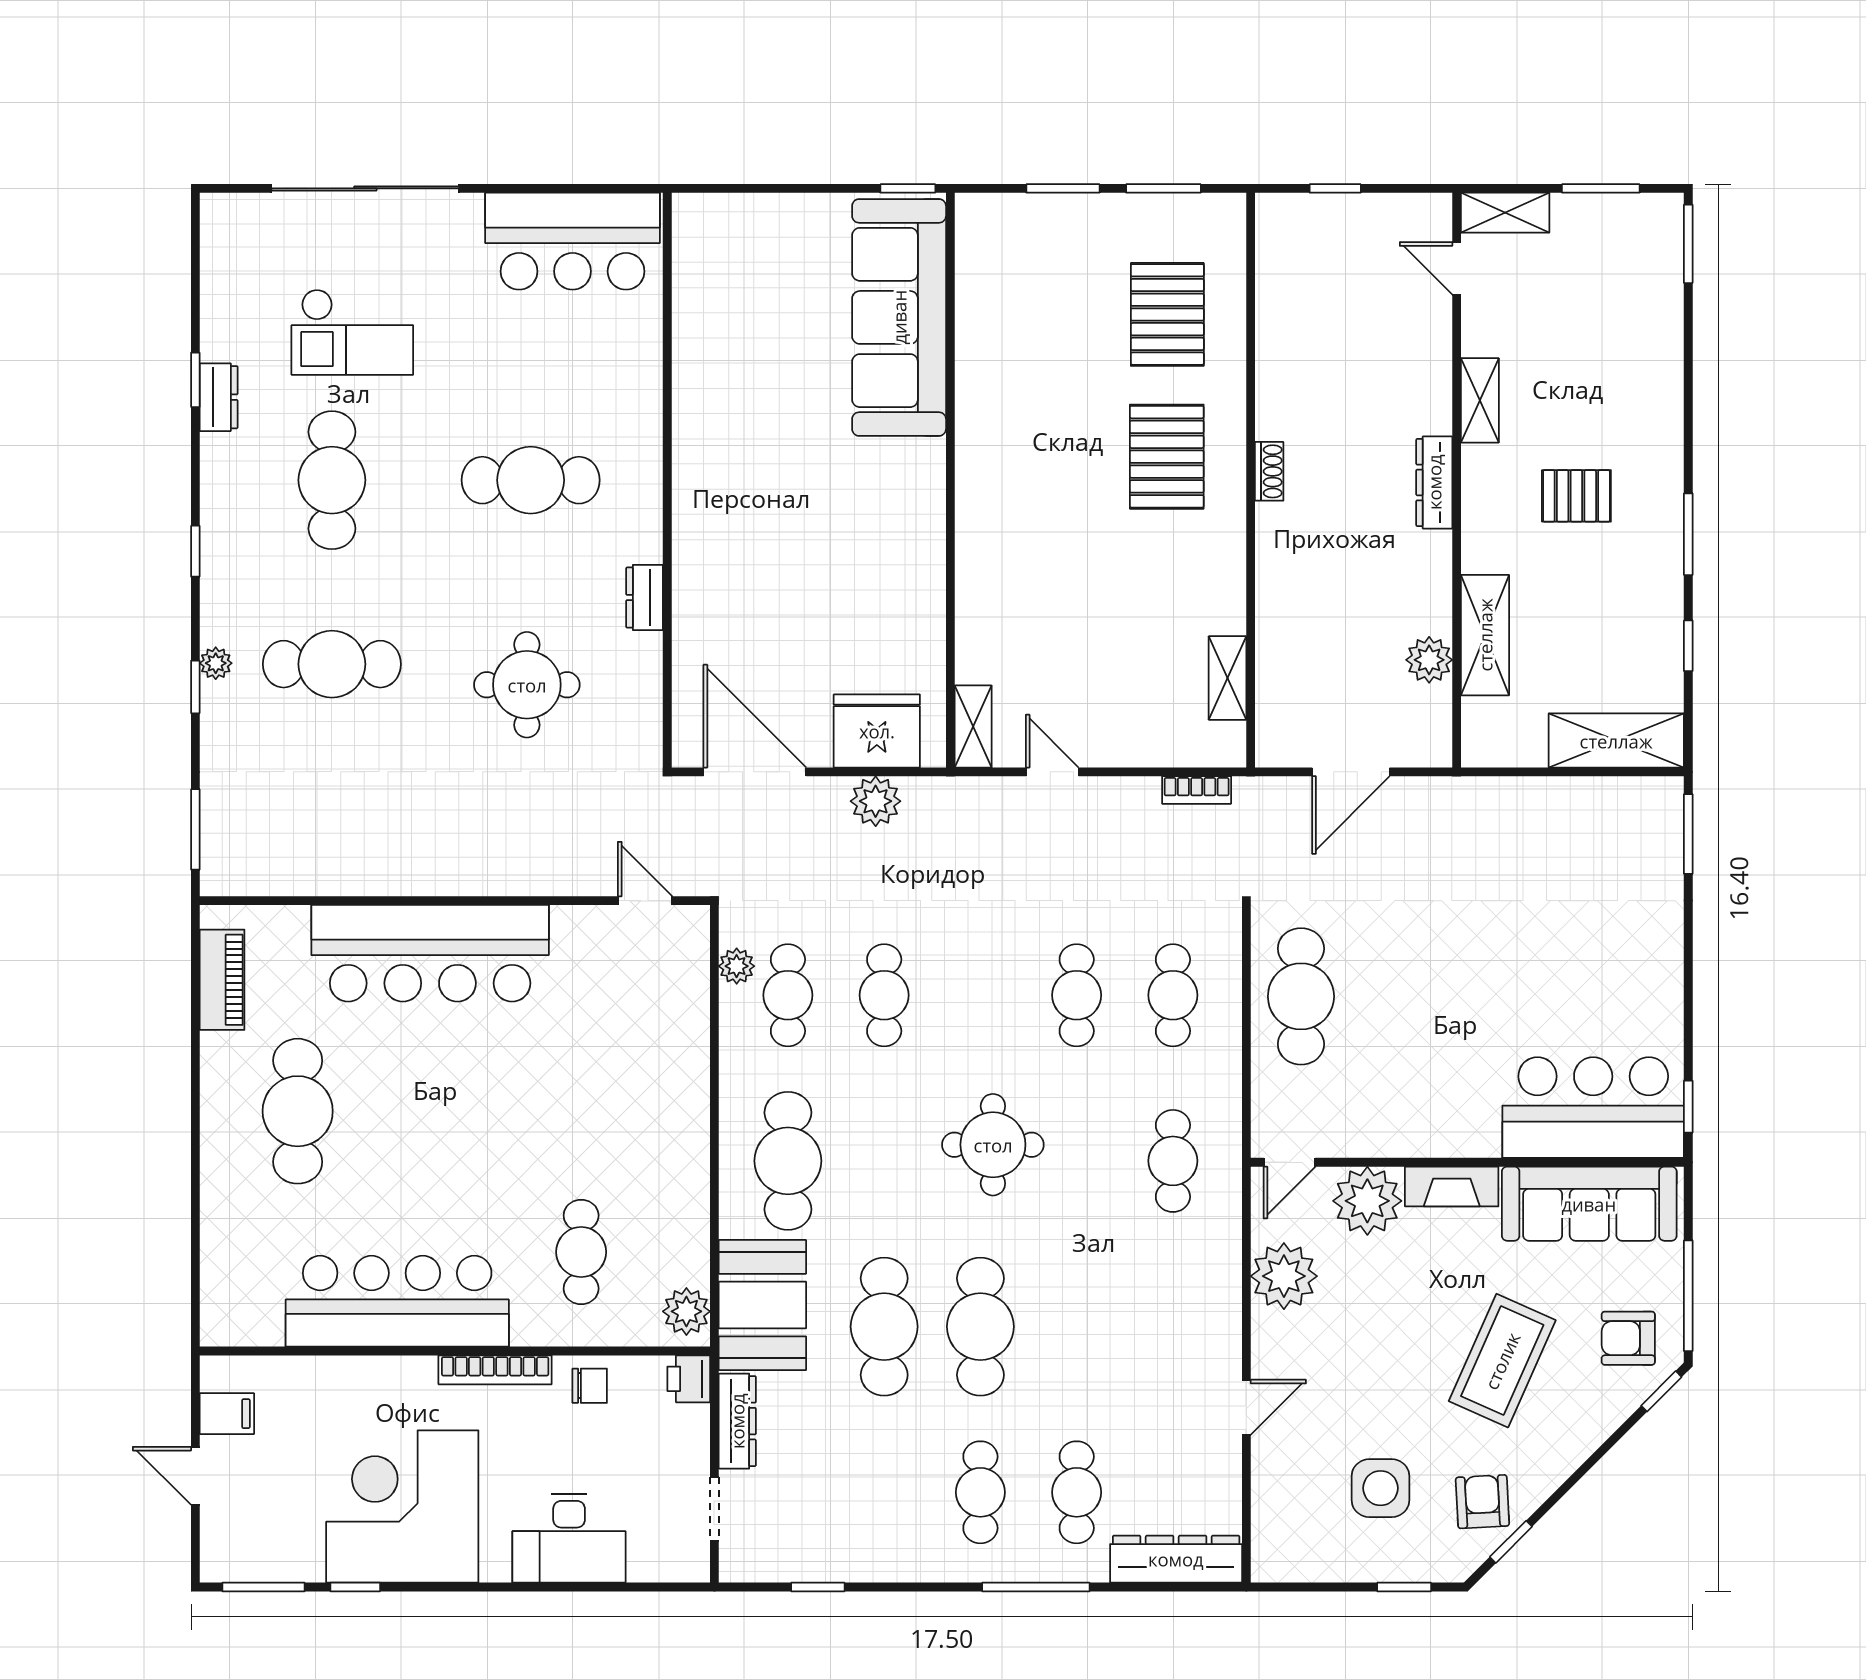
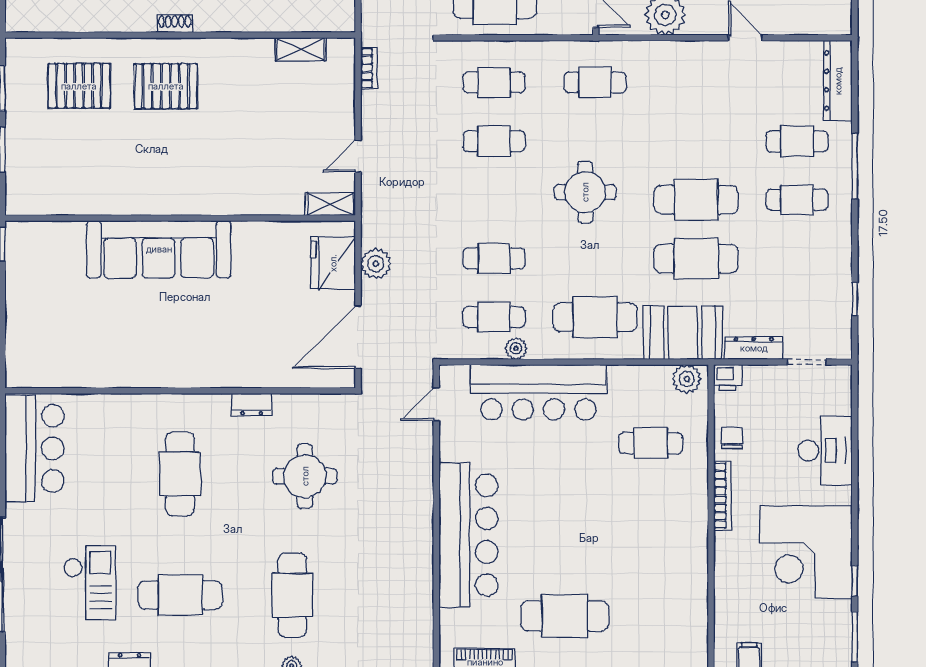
sofa: (899, 317) -> (159, 249), moved
plant: (737, 966) -> (516, 348), moved
bar counter: (397, 1301) -> (538, 392), moved, turned -90

